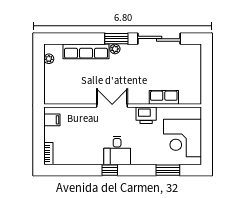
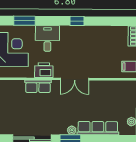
row of seats: (164, 97) -> (38, 86), moved
desk: (117, 150) -> (47, 38), moved

